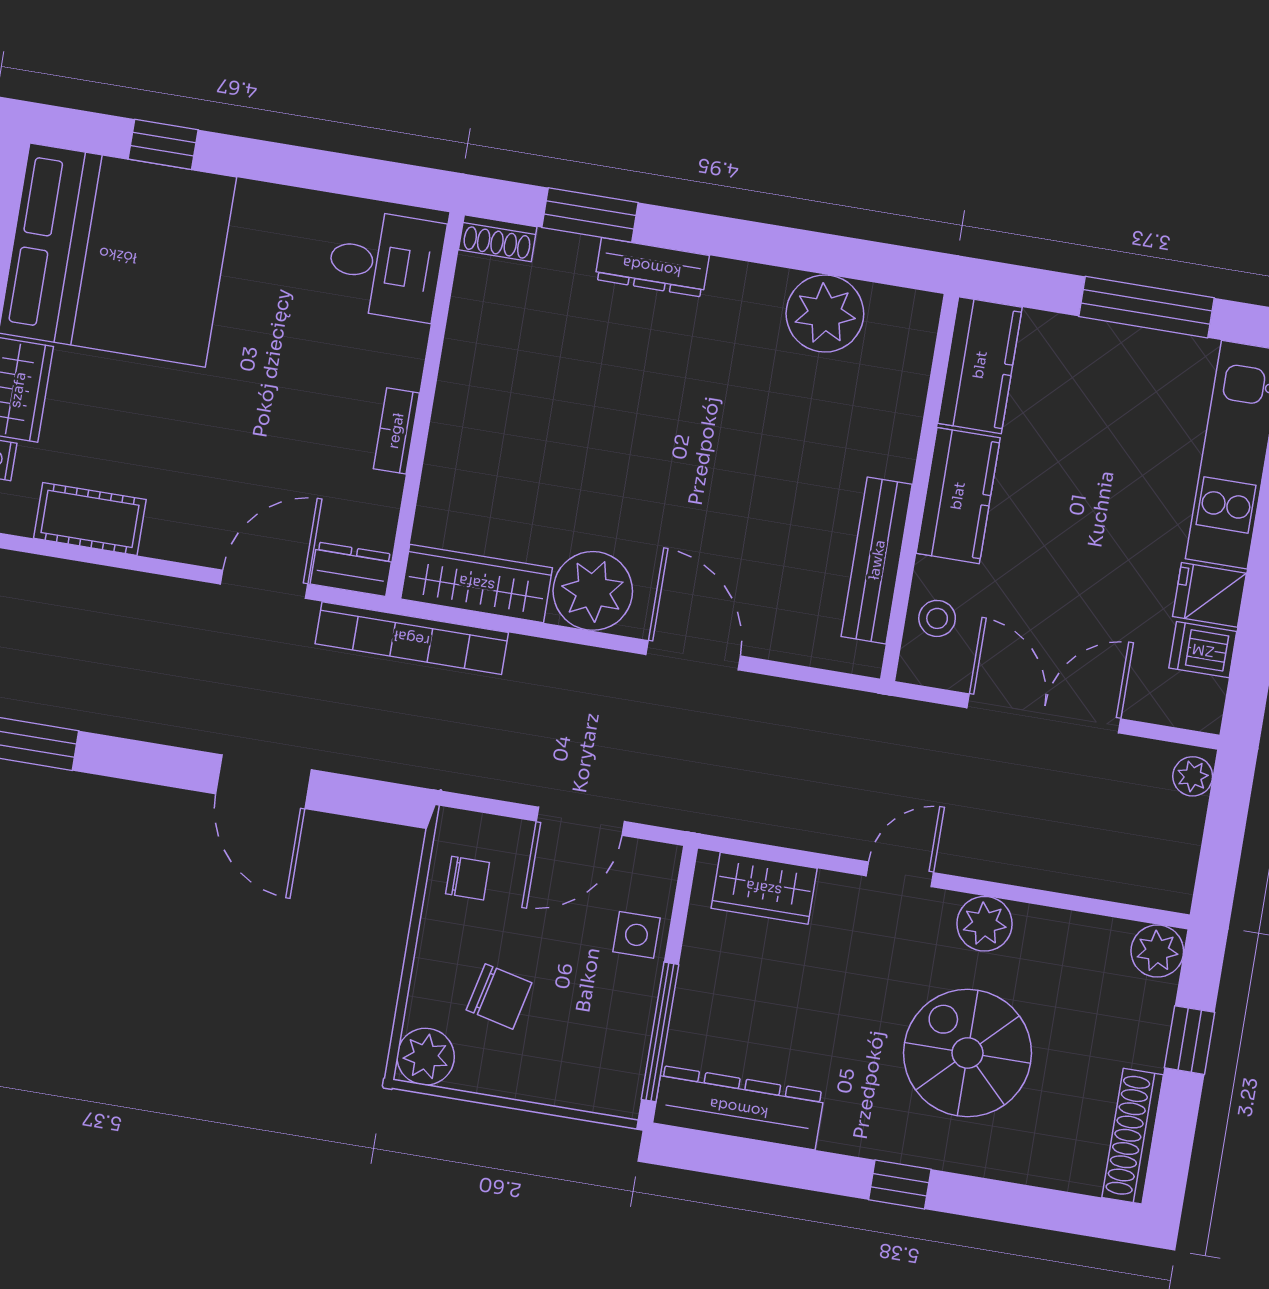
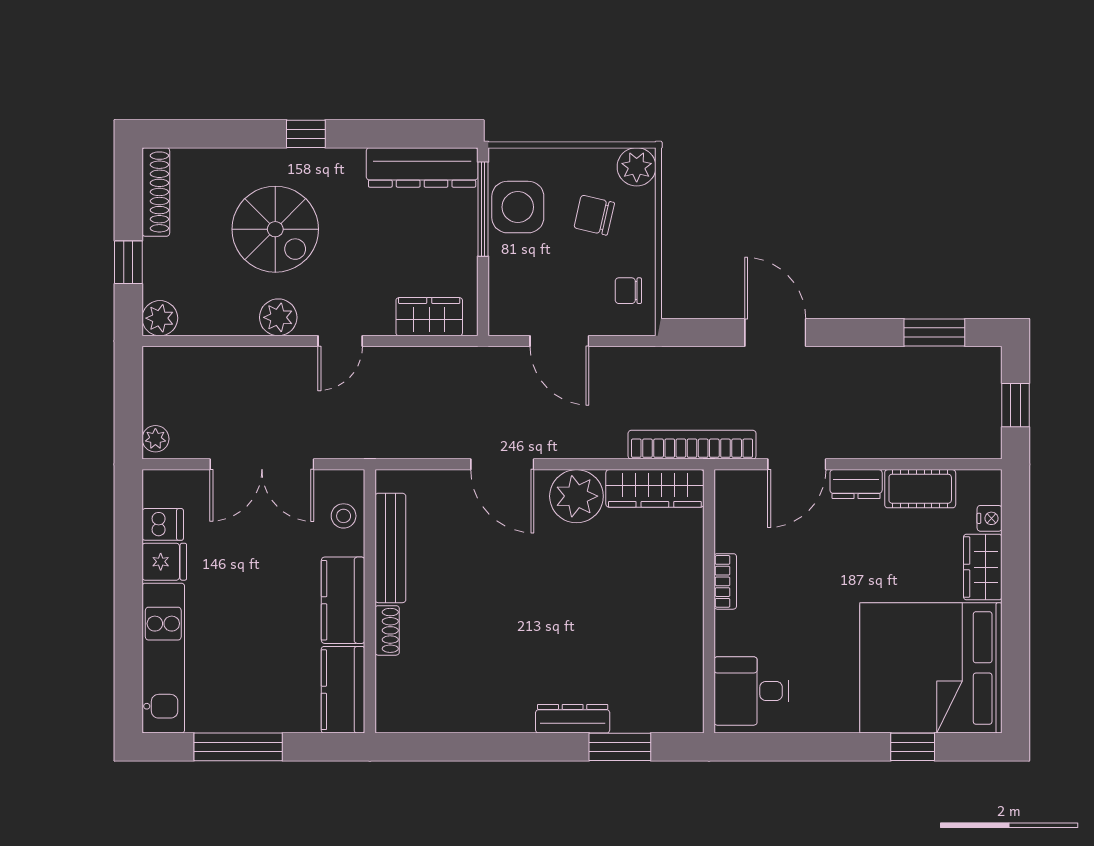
shoe rack: (498, 238) -> (387, 630), moved, turned 90
plant: (825, 314) -> (452, 707), removed
dresser: (351, 569) -> (856, 484), moved
door: (580, 821) -> (559, 341), swing flipped
side table: (636, 935) -> (518, 207), moved, width x1.87, depth x1.87

